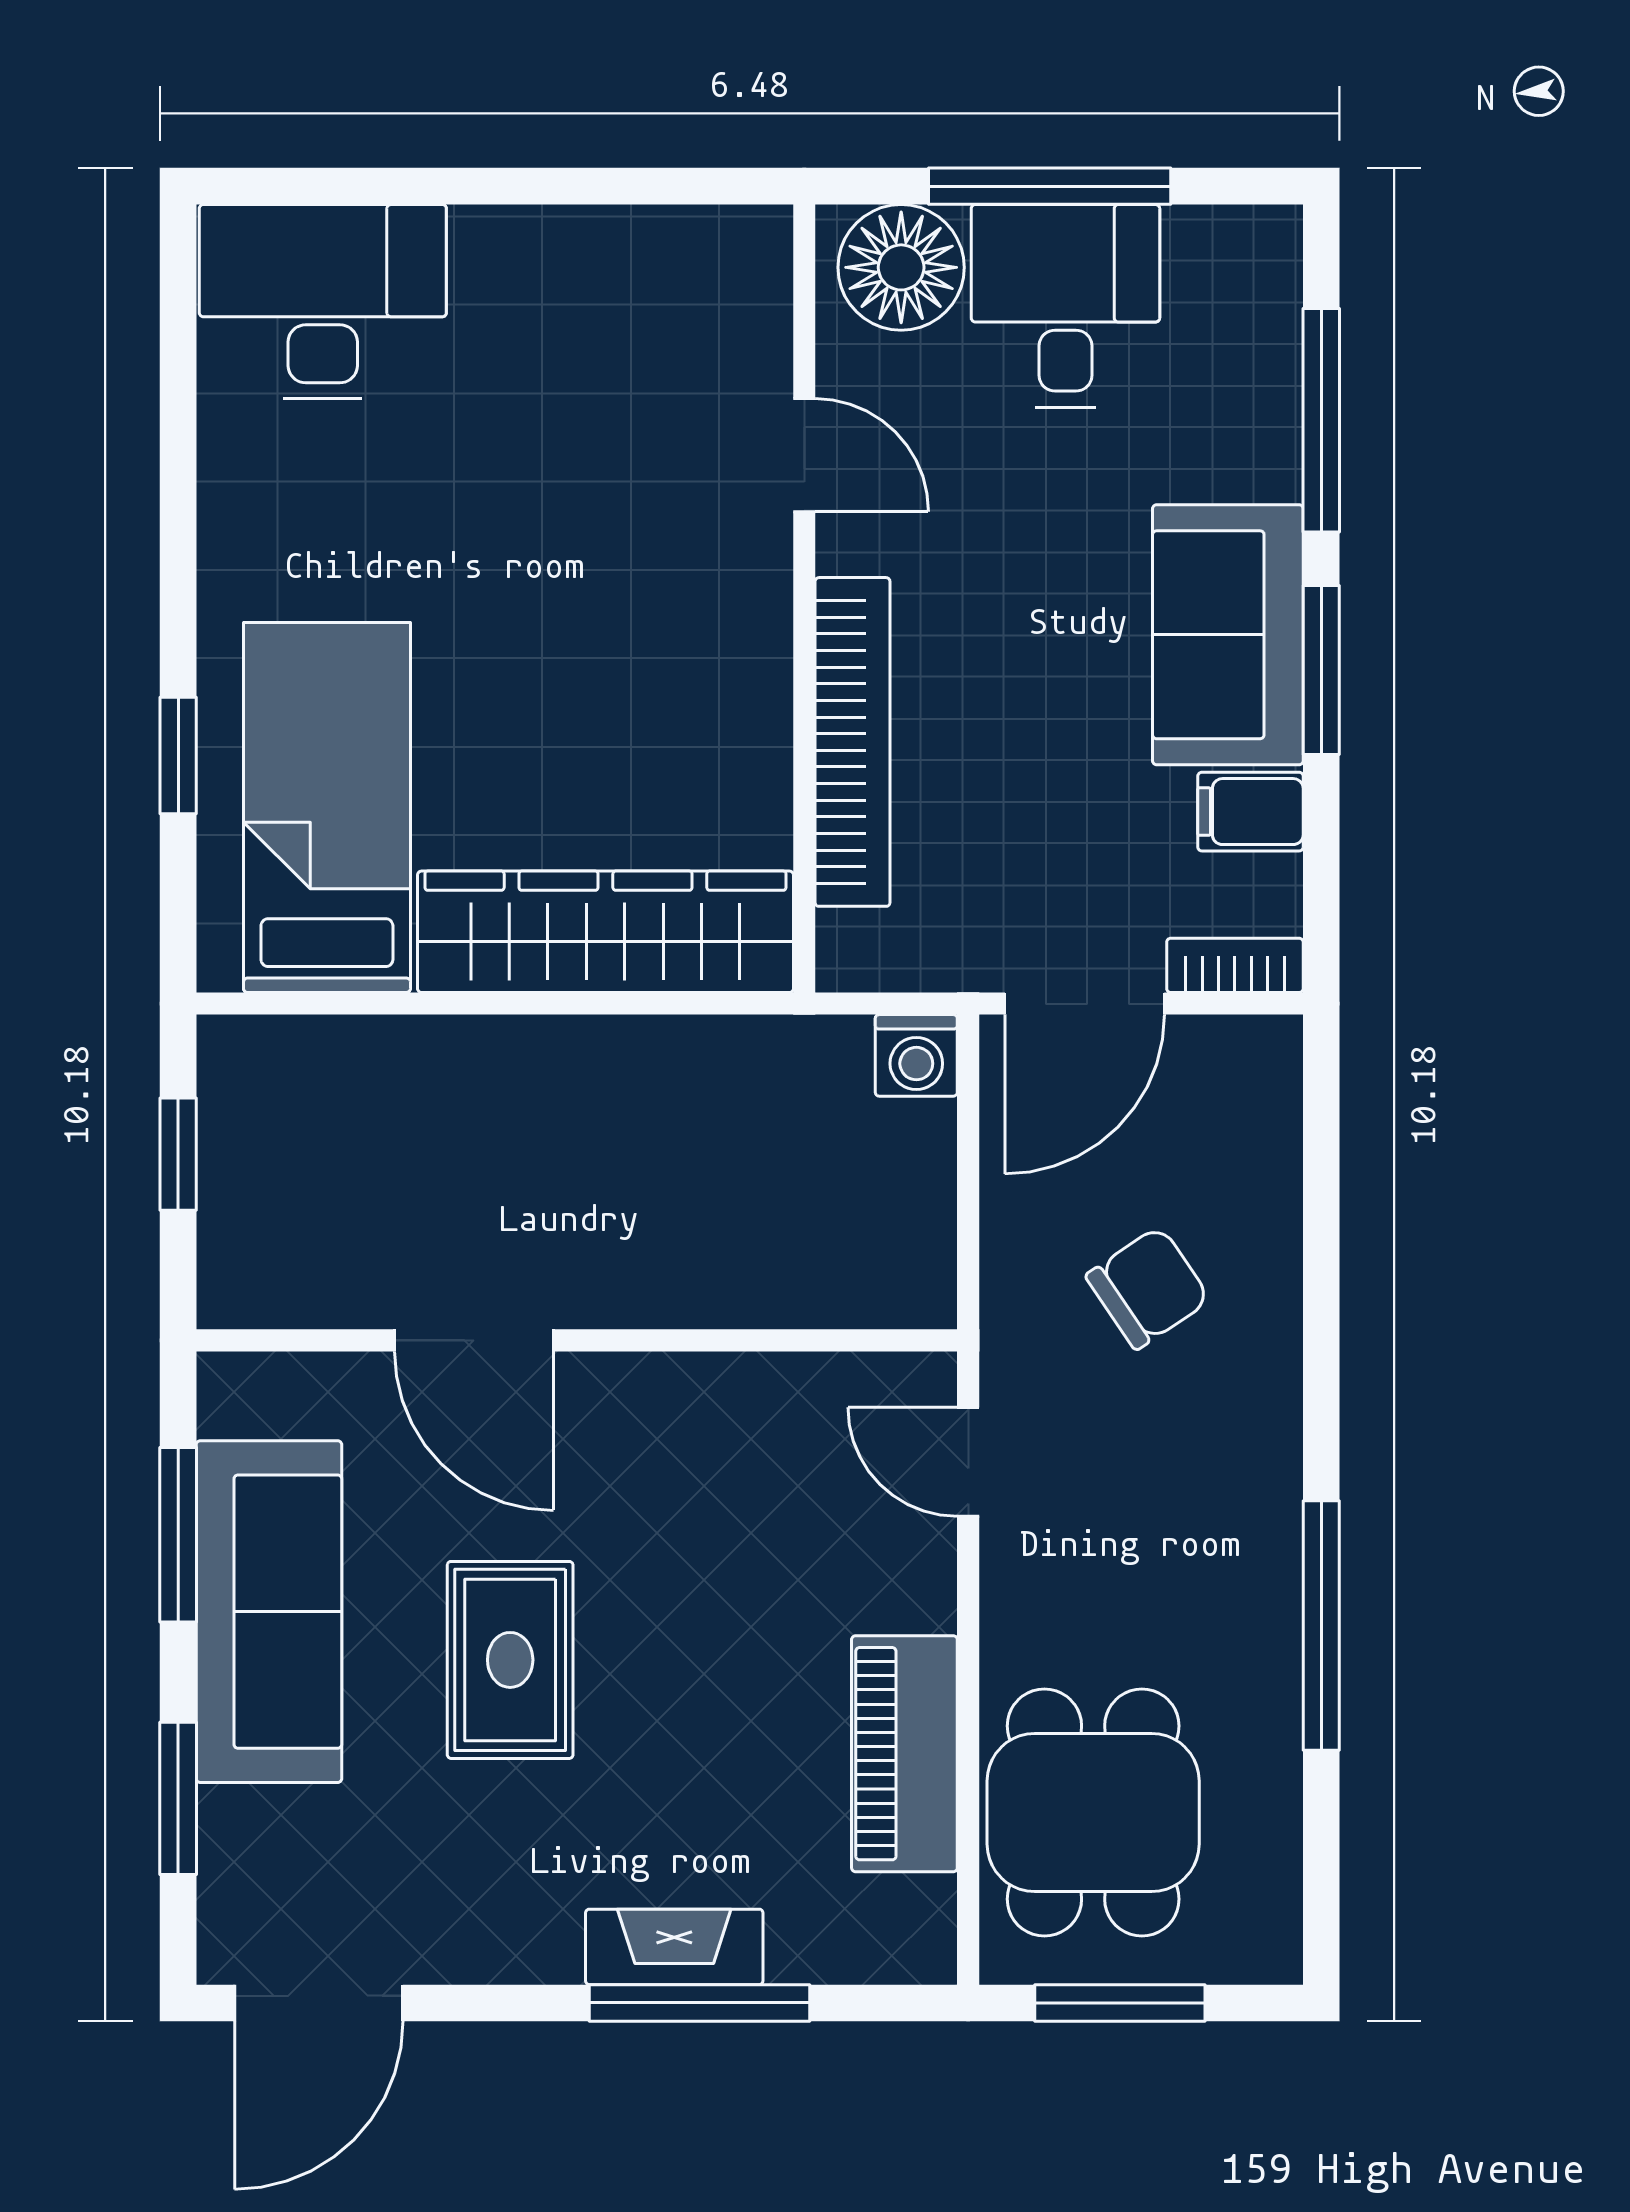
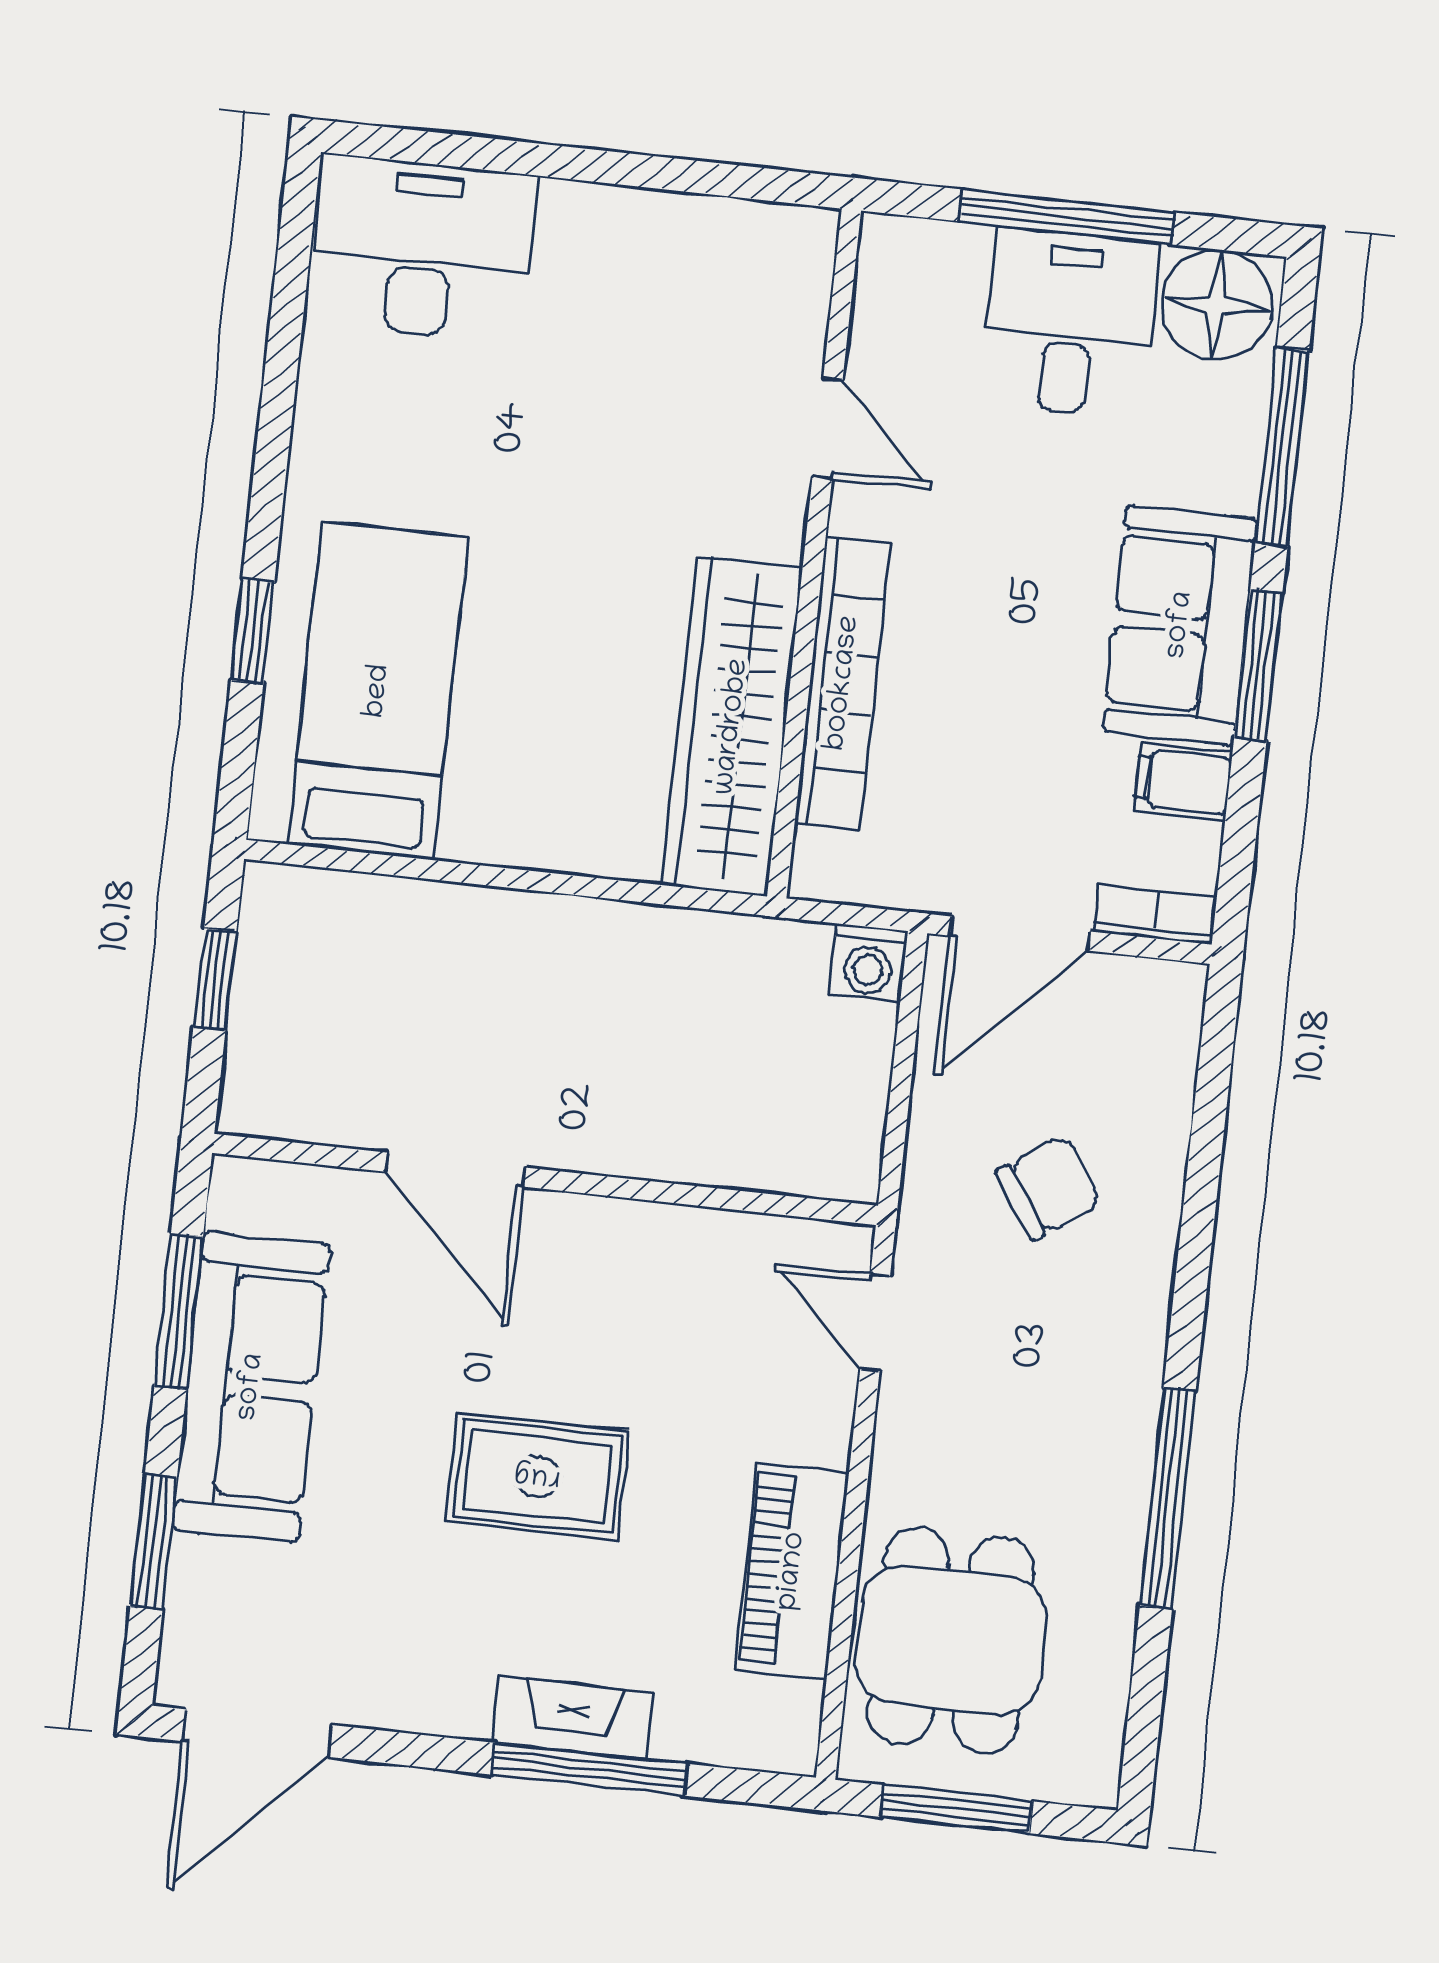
floor lamp: (901, 267) -> (1217, 305), moved
wardrobe: (605, 932) -> (732, 727), moved, turned -90
rug: (510, 1660) -> (537, 1476), moved, turned 90

